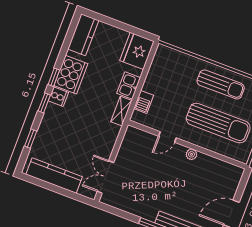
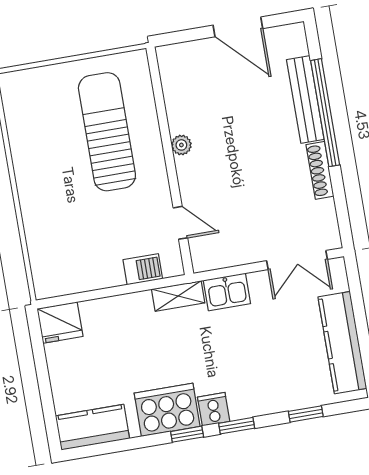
fridge: (137, 51) -> (60, 323), width x0.73, depth x0.75
sun lounger: (221, 84) -> (44, 164), removed
kitchen sink: (129, 85) -> (227, 292), moved
door: (167, 137) -> (180, 223), moved
shoe rack: (141, 213) -> (320, 170), added

